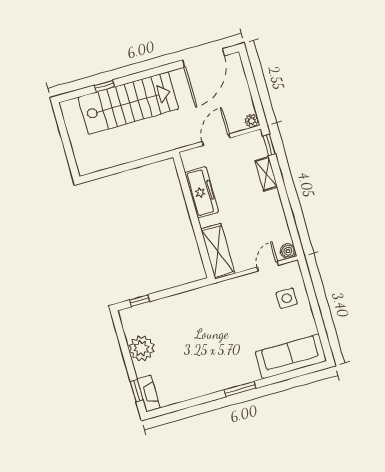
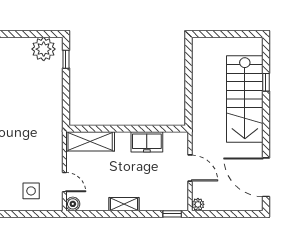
shelving: (266, 174) -> (124, 204), moved
freezer: (202, 192) -> (147, 142), width x0.71
plant: (142, 348) -> (44, 49), moved

